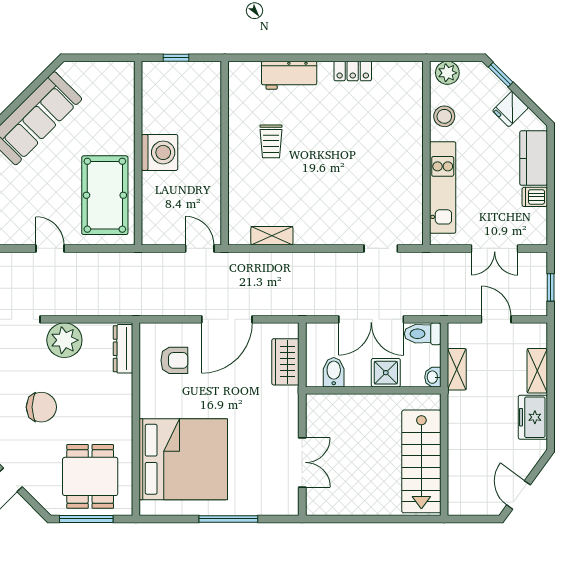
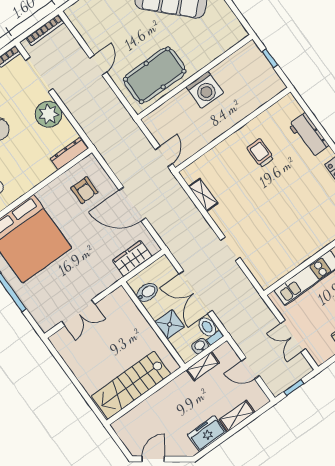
trolley: (271, 141) -> (260, 153), turned 90
doorway: (381, 248) -> (230, 249), moved
door: (496, 319) -> (250, 368), swing flipped
washbasin: (433, 377) -> (200, 346), moved

